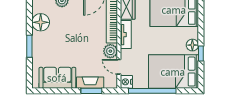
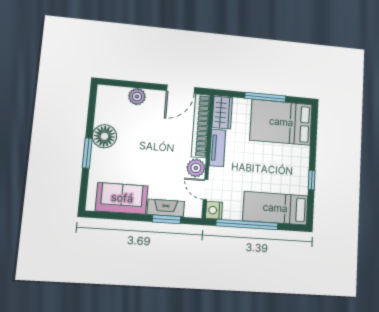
floor lamp: (41, 22) -> (104, 136), moved
floor lamp: (192, 45) -> (301, 168), removed
bed: (173, 72) -> (275, 208), width x0.67

